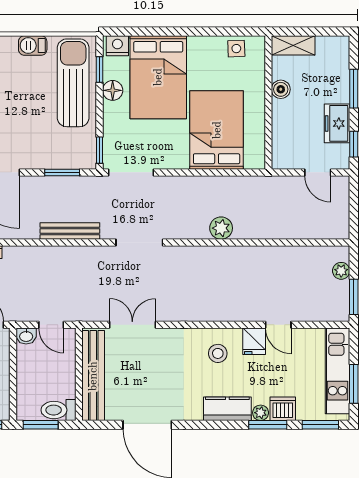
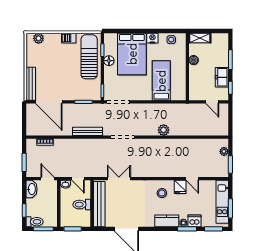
nightstand: (117, 46) -> (152, 38), moved
bed: (217, 130) -> (161, 81), width x0.67
toilet: (58, 410) -> (82, 205), moved

